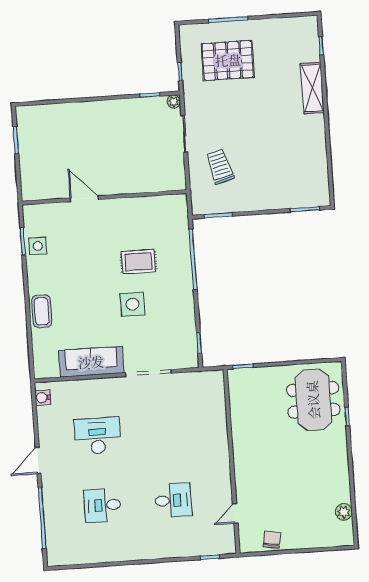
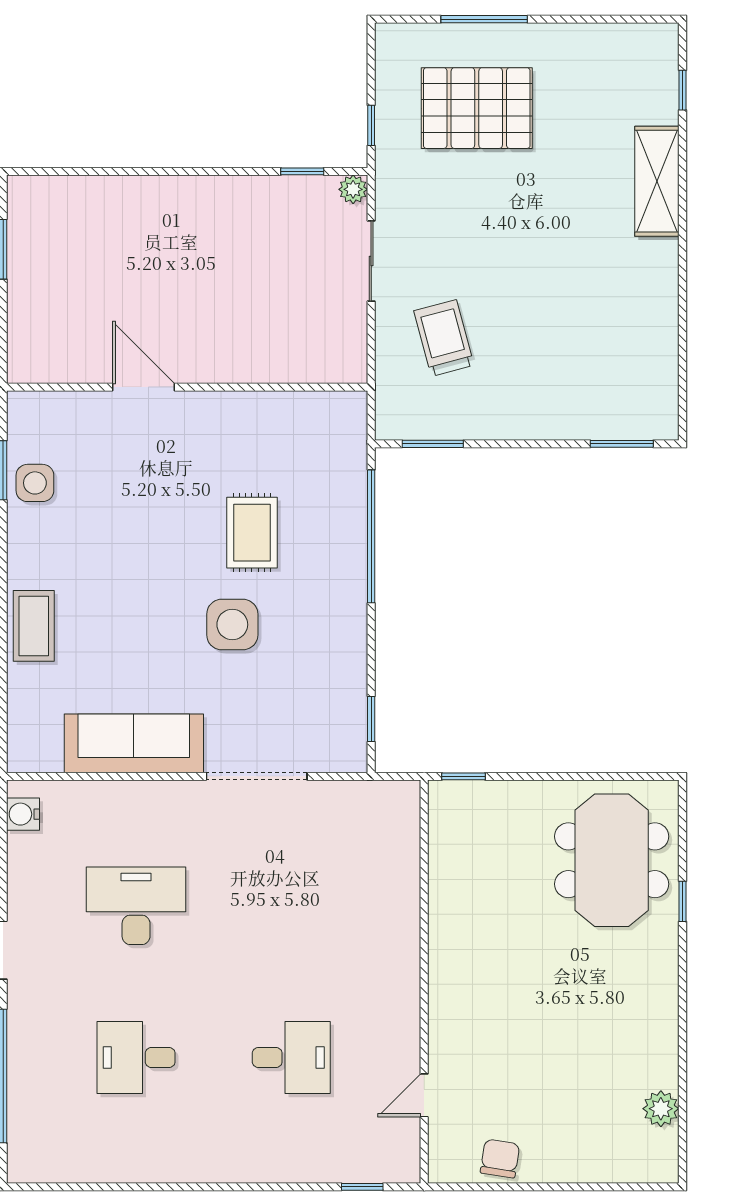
rug: (139, 262) -> (252, 533), turned 90

